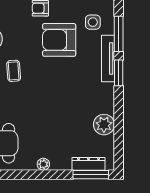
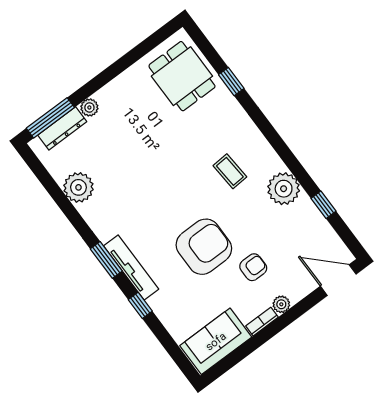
side table: (93, 22) -> (180, 297), removed
window: (119, 34) -> (140, 305), width x0.46
plant: (43, 164) -> (89, 107), moved

